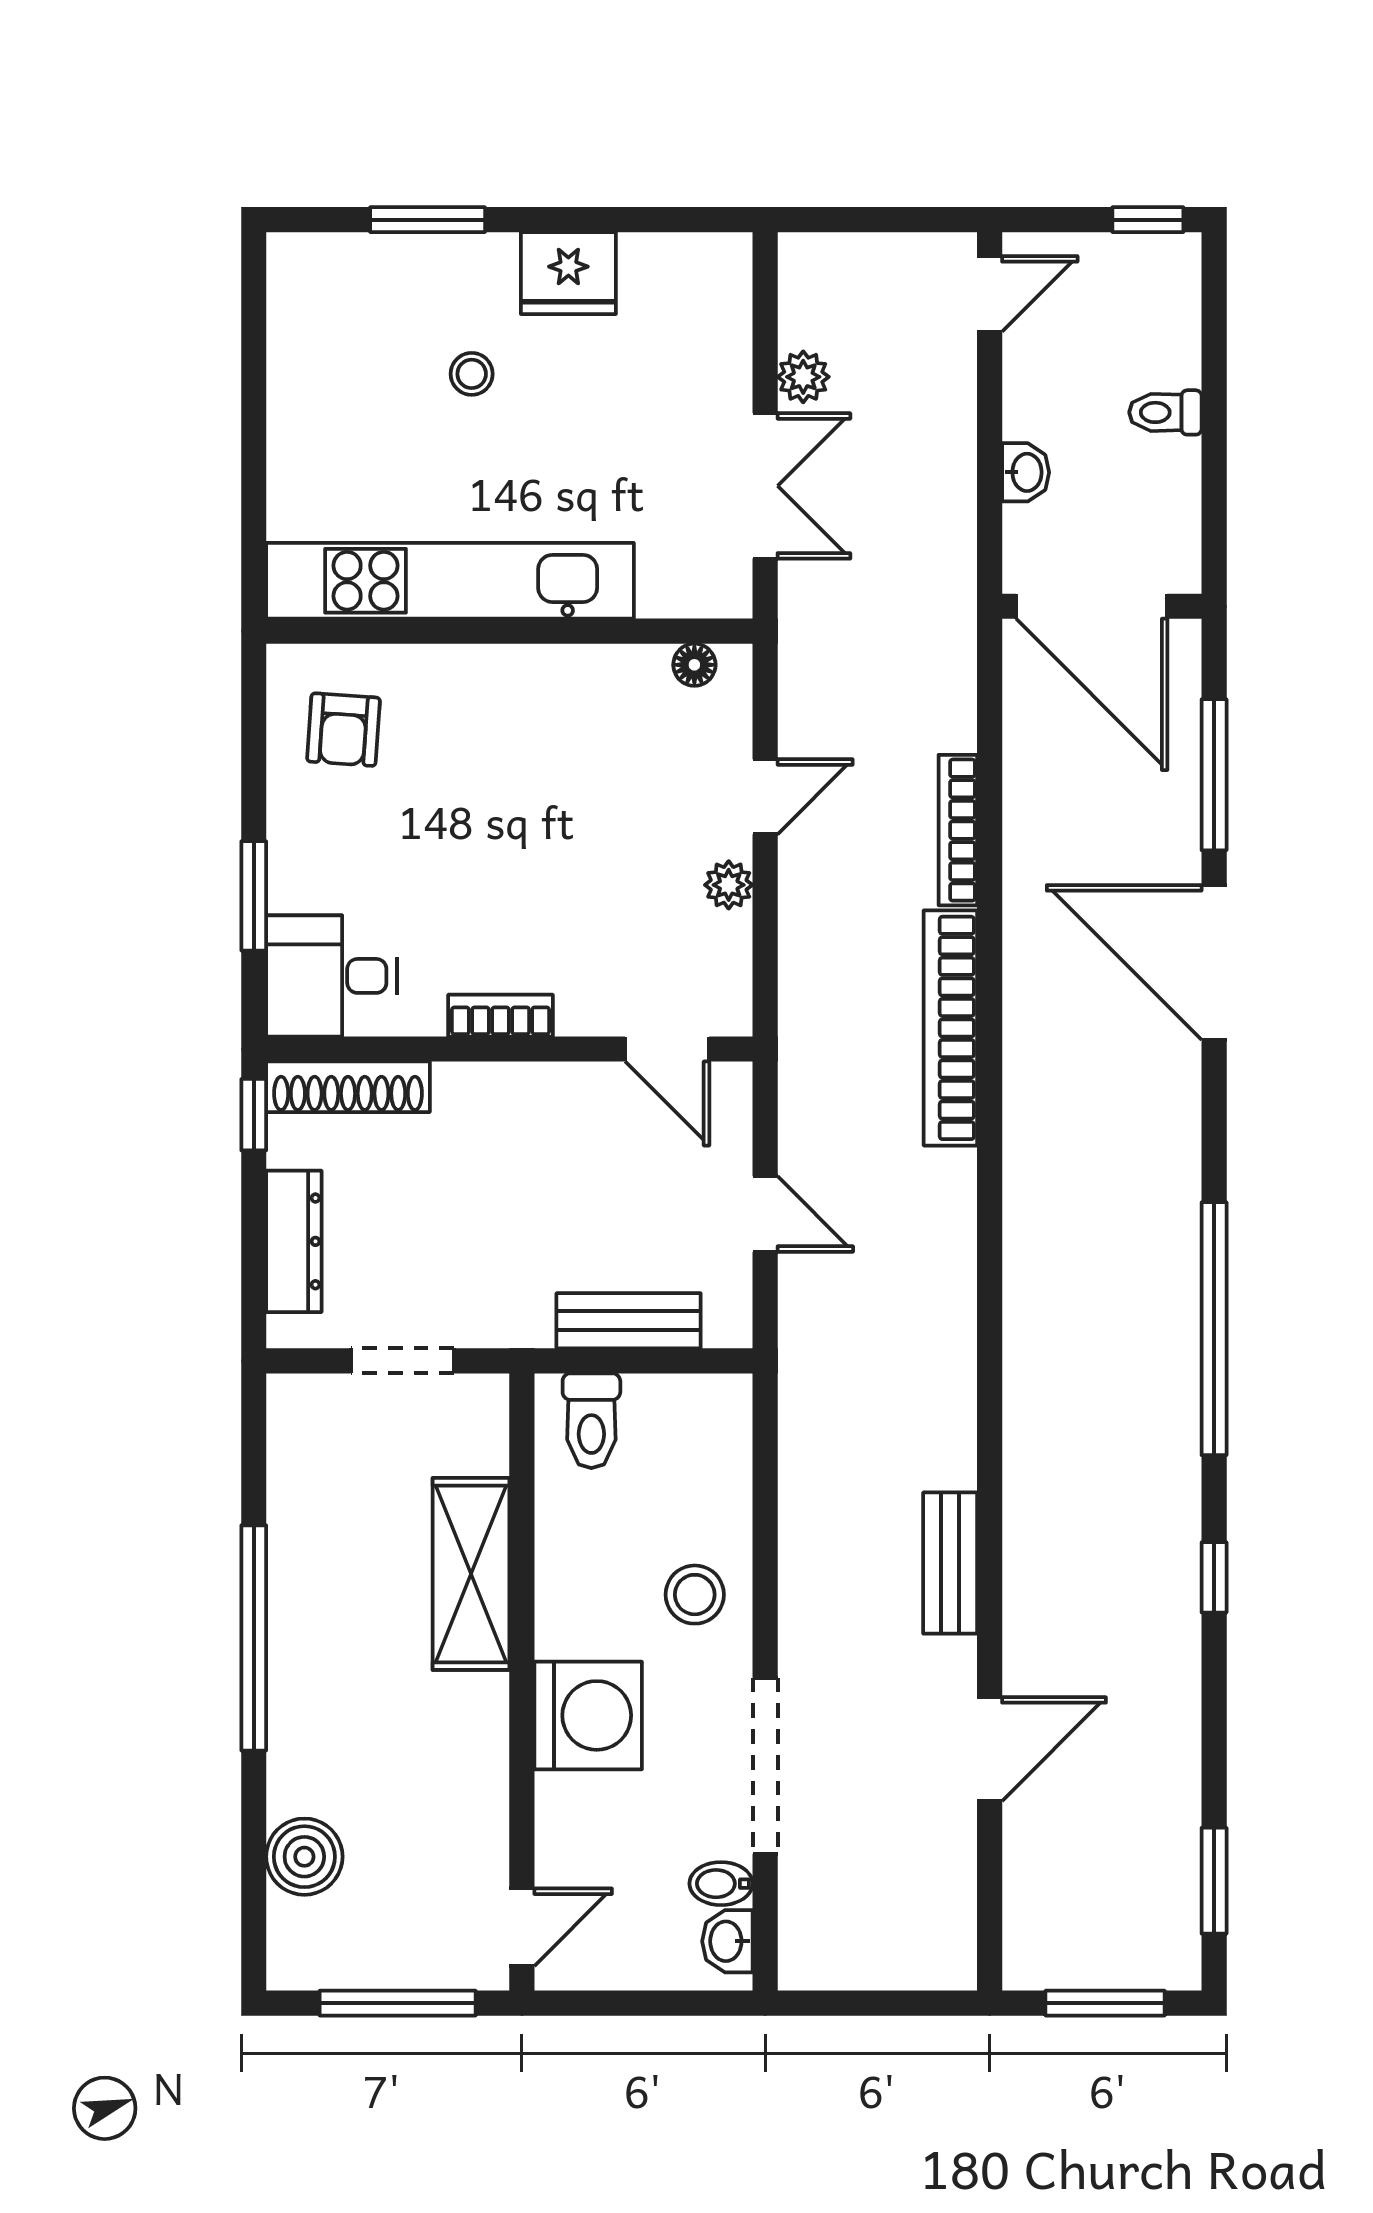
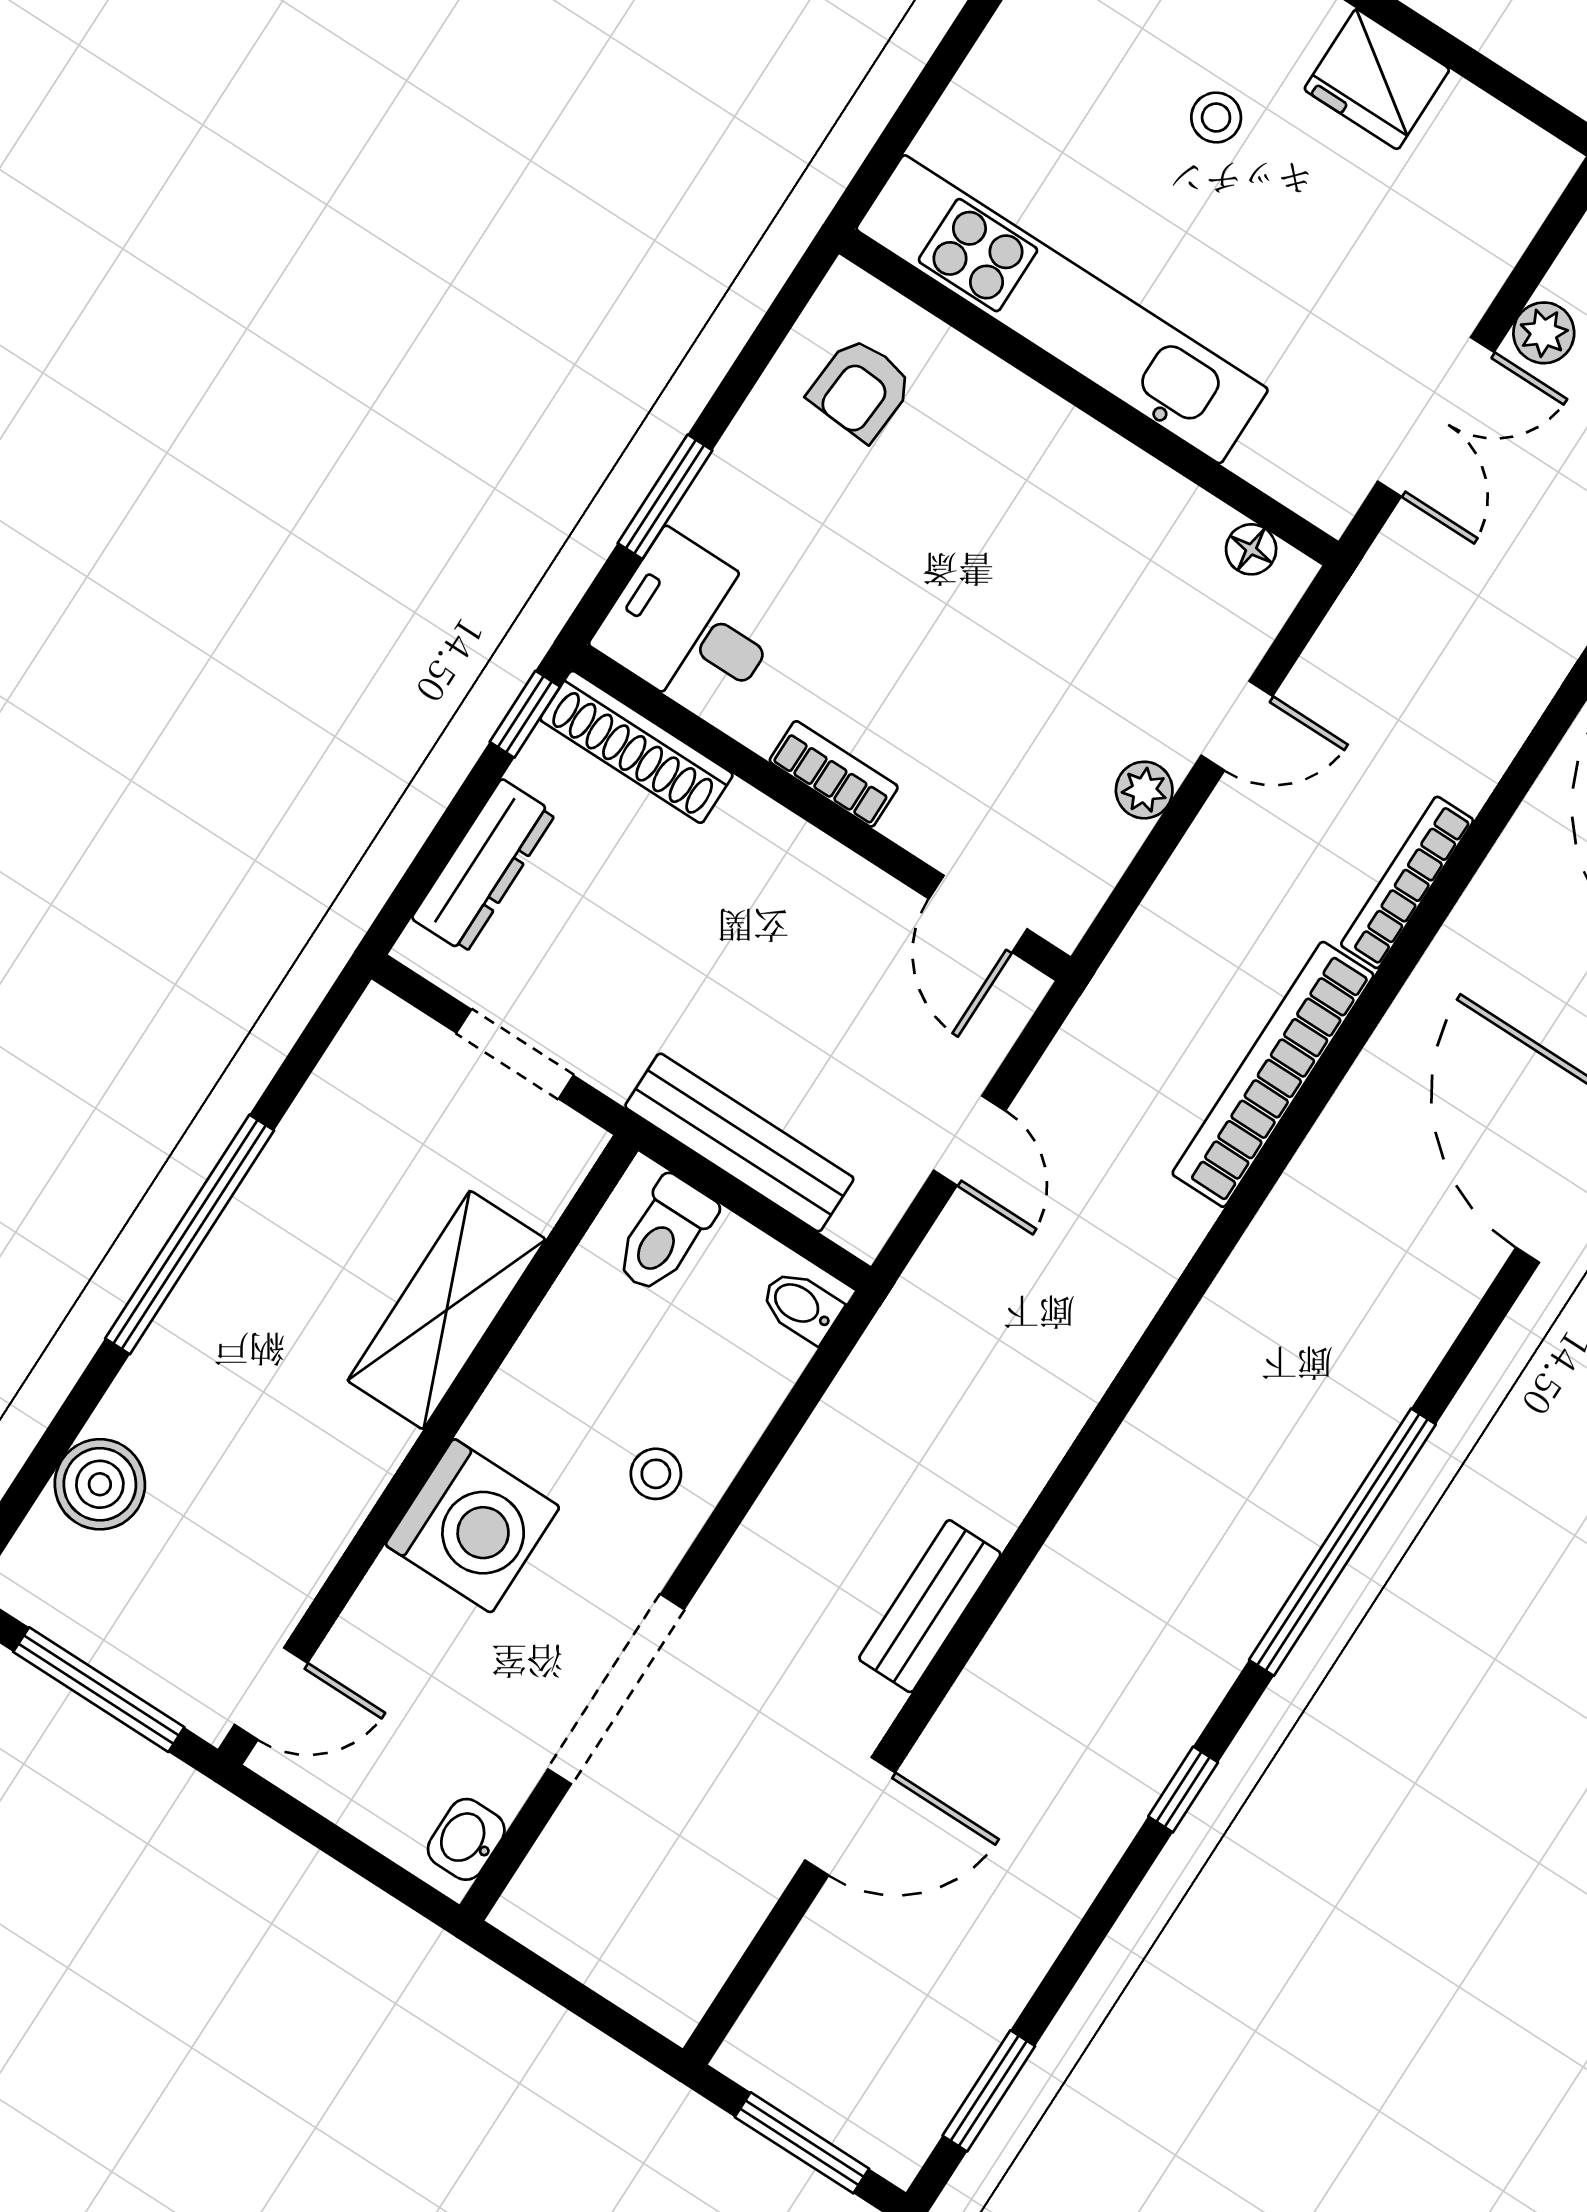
bench: (629, 1321) -> (739, 1142), width x1.36
stool: (695, 1595) -> (656, 1474), width x0.73, depth x0.73
bidet: (721, 1884) -> (801, 1306), moved

